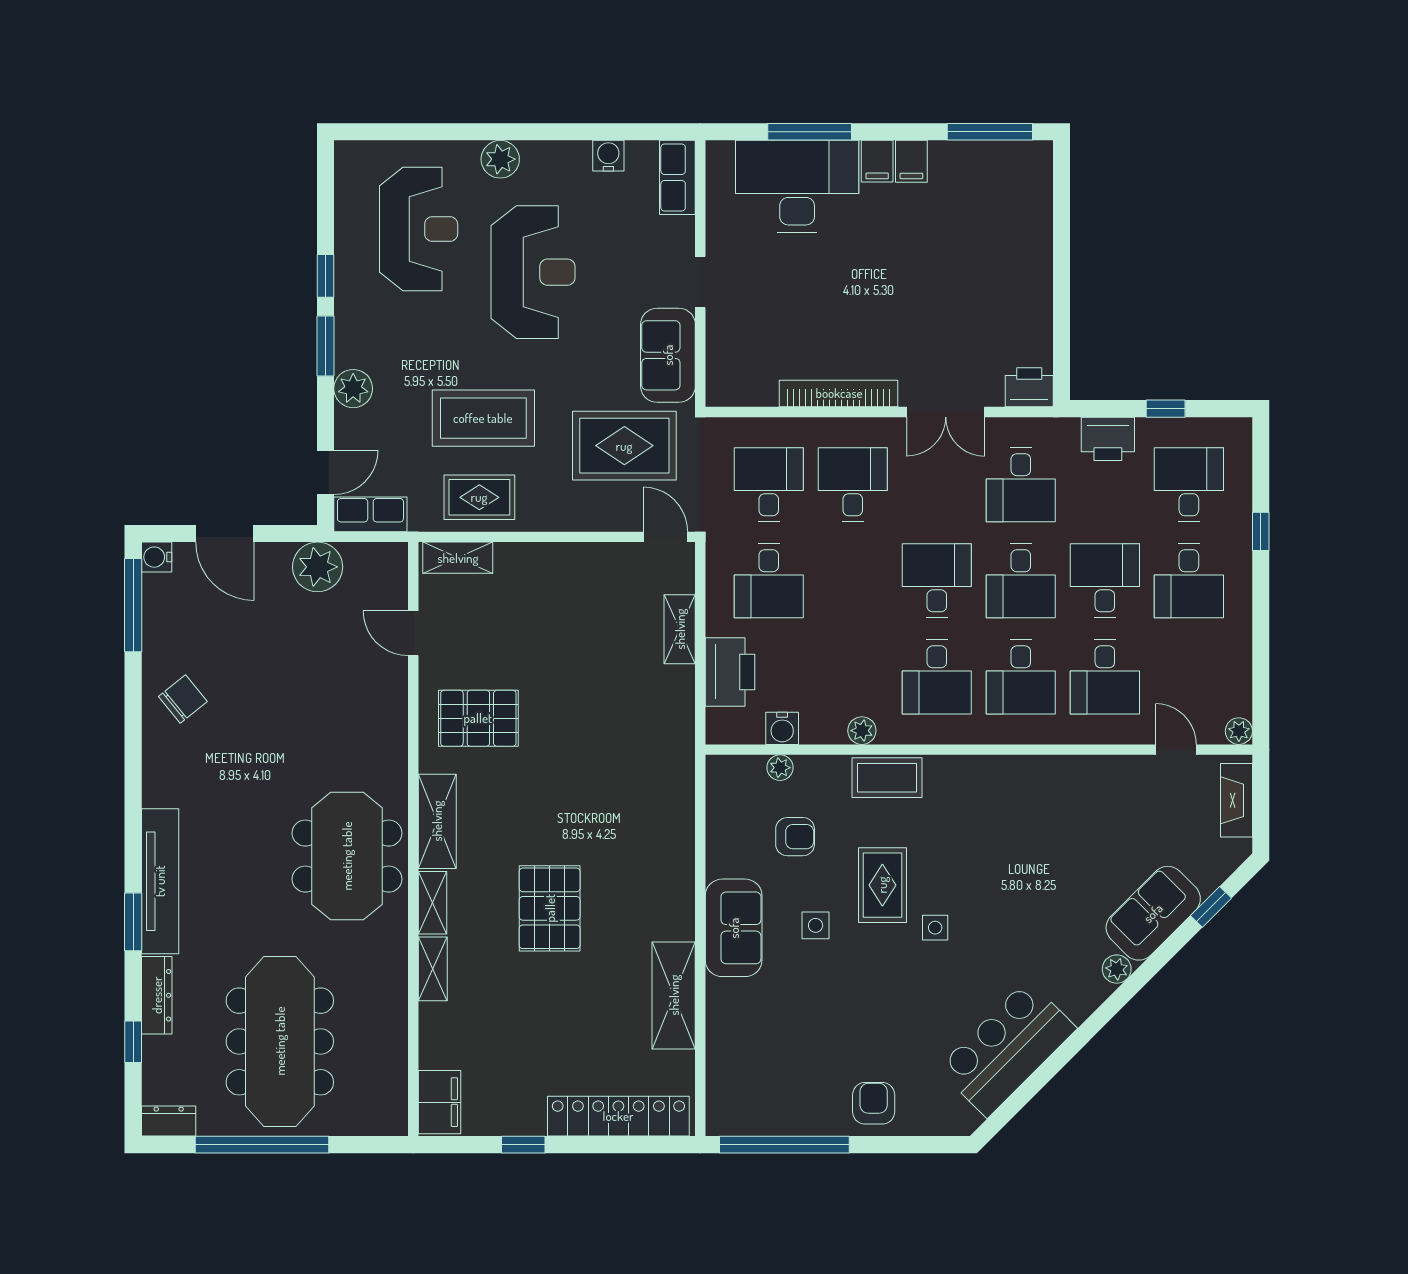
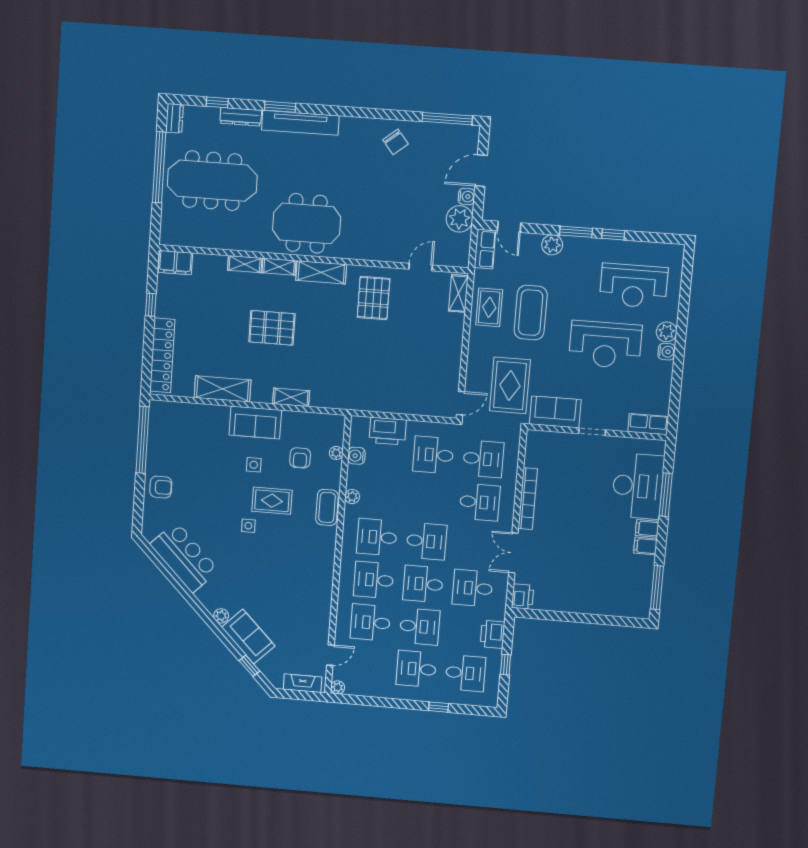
water cooler: (608, 156) -> (667, 352), moved
water cooler: (157, 557) -> (467, 196), moved, turned 90
shelving: (680, 629) -> (291, 397), moved

